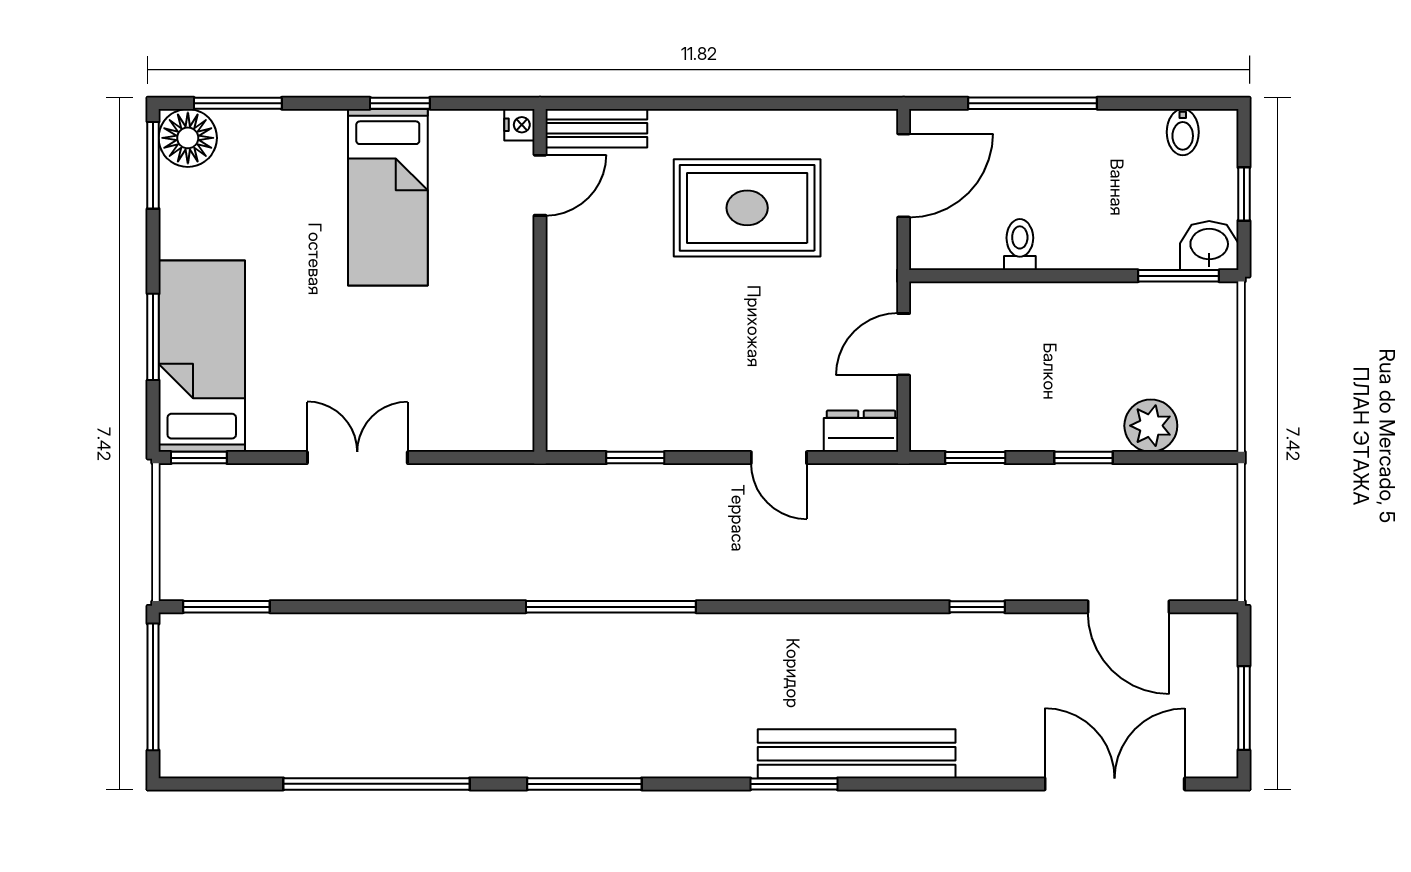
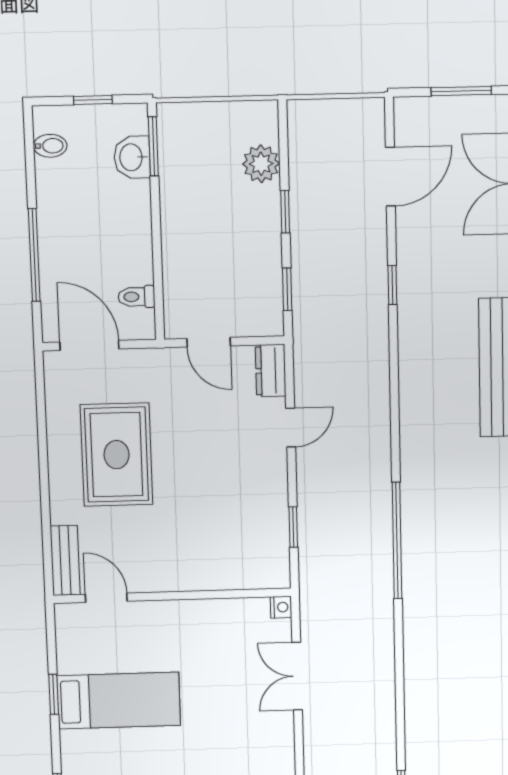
nightstand: (519, 125) -> (281, 607), moved, turned 90
toilet: (1020, 245) -> (136, 297), moved
washbasin: (1209, 245) -> (132, 157), moved
double door: (357, 458) -> (297, 676), moved

